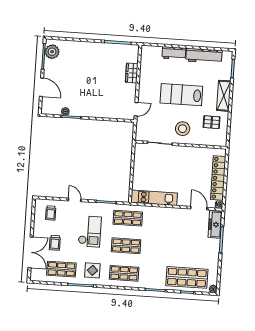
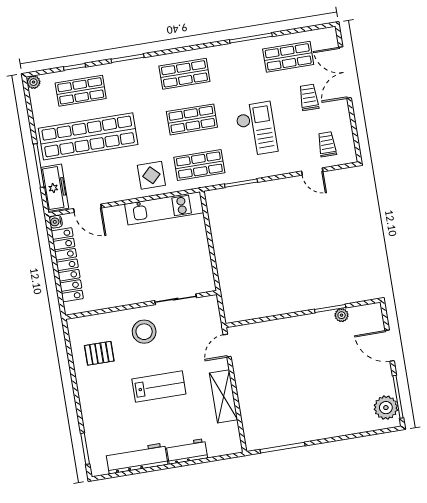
wardrobe: (132, 73) -> (248, 403), removed
lab bench: (181, 95) -> (159, 387), width x0.73, depth x0.72
shelving: (224, 96) -> (223, 396), moved
door: (75, 200) -> (312, 171), moved
checkout: (90, 231) -> (256, 129), turned 180
shop shelf: (189, 250) -> (88, 136), added
display table: (92, 270) -> (151, 175), moved
shop shelf: (187, 277) -> (81, 91), width x0.70, depth x0.74

